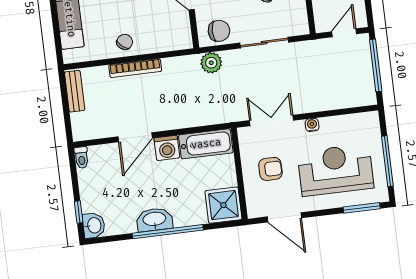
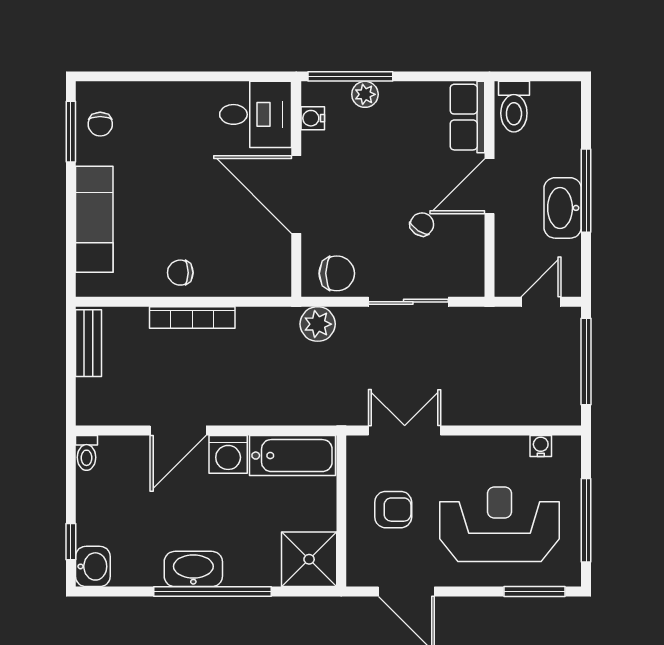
chair: (125, 42) -> (180, 273), turned -129
water cooler: (312, 125) -> (541, 446), moved

